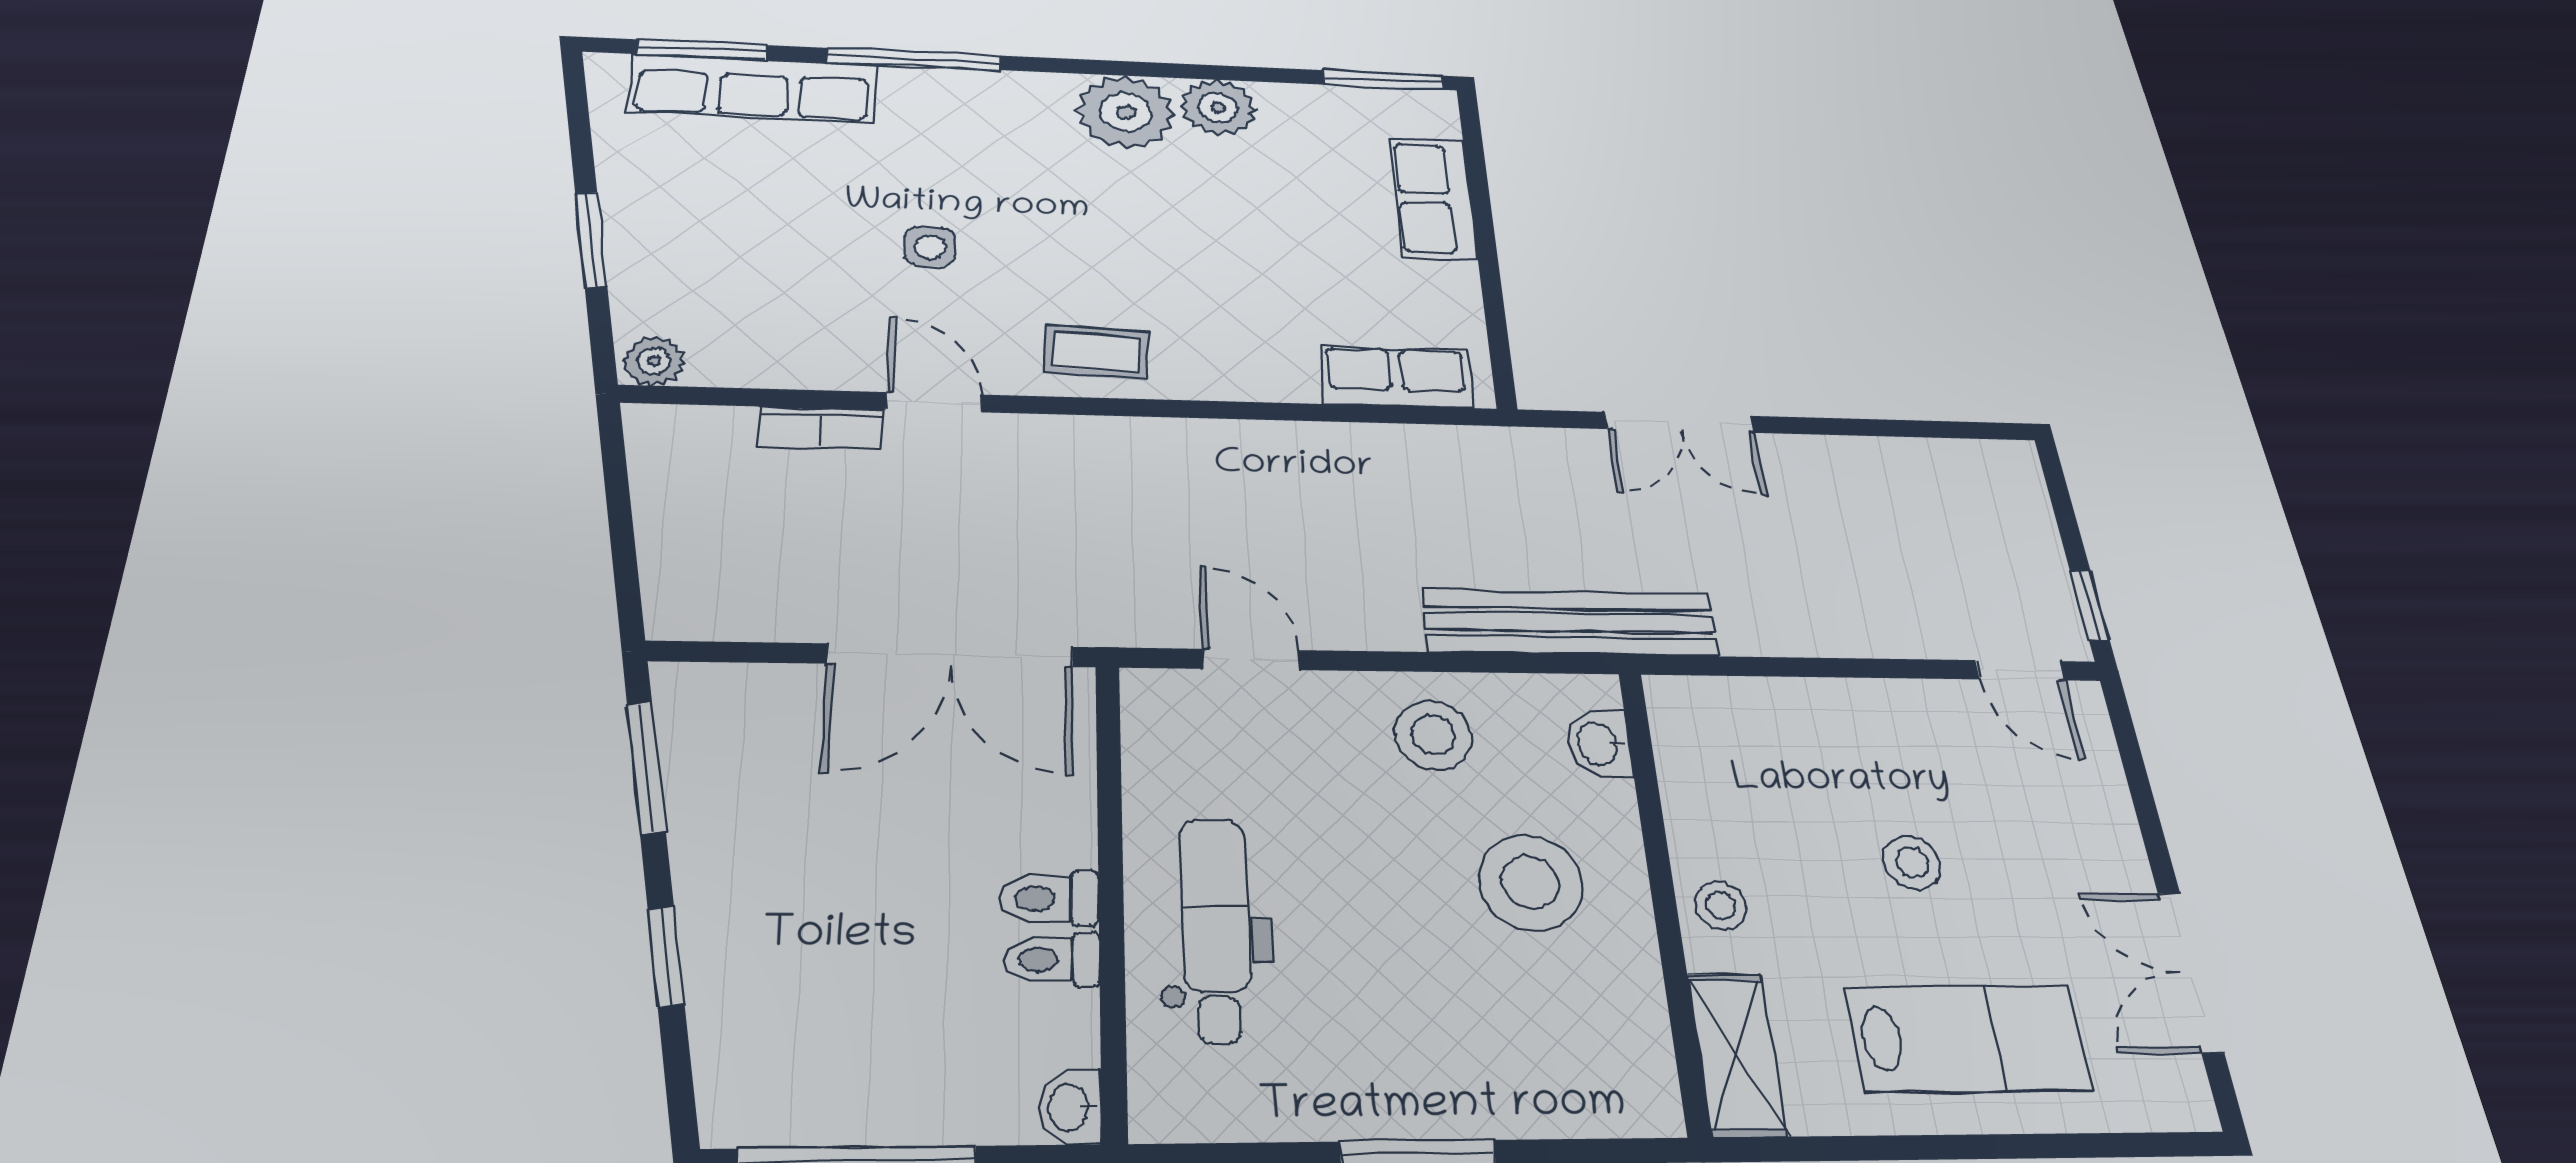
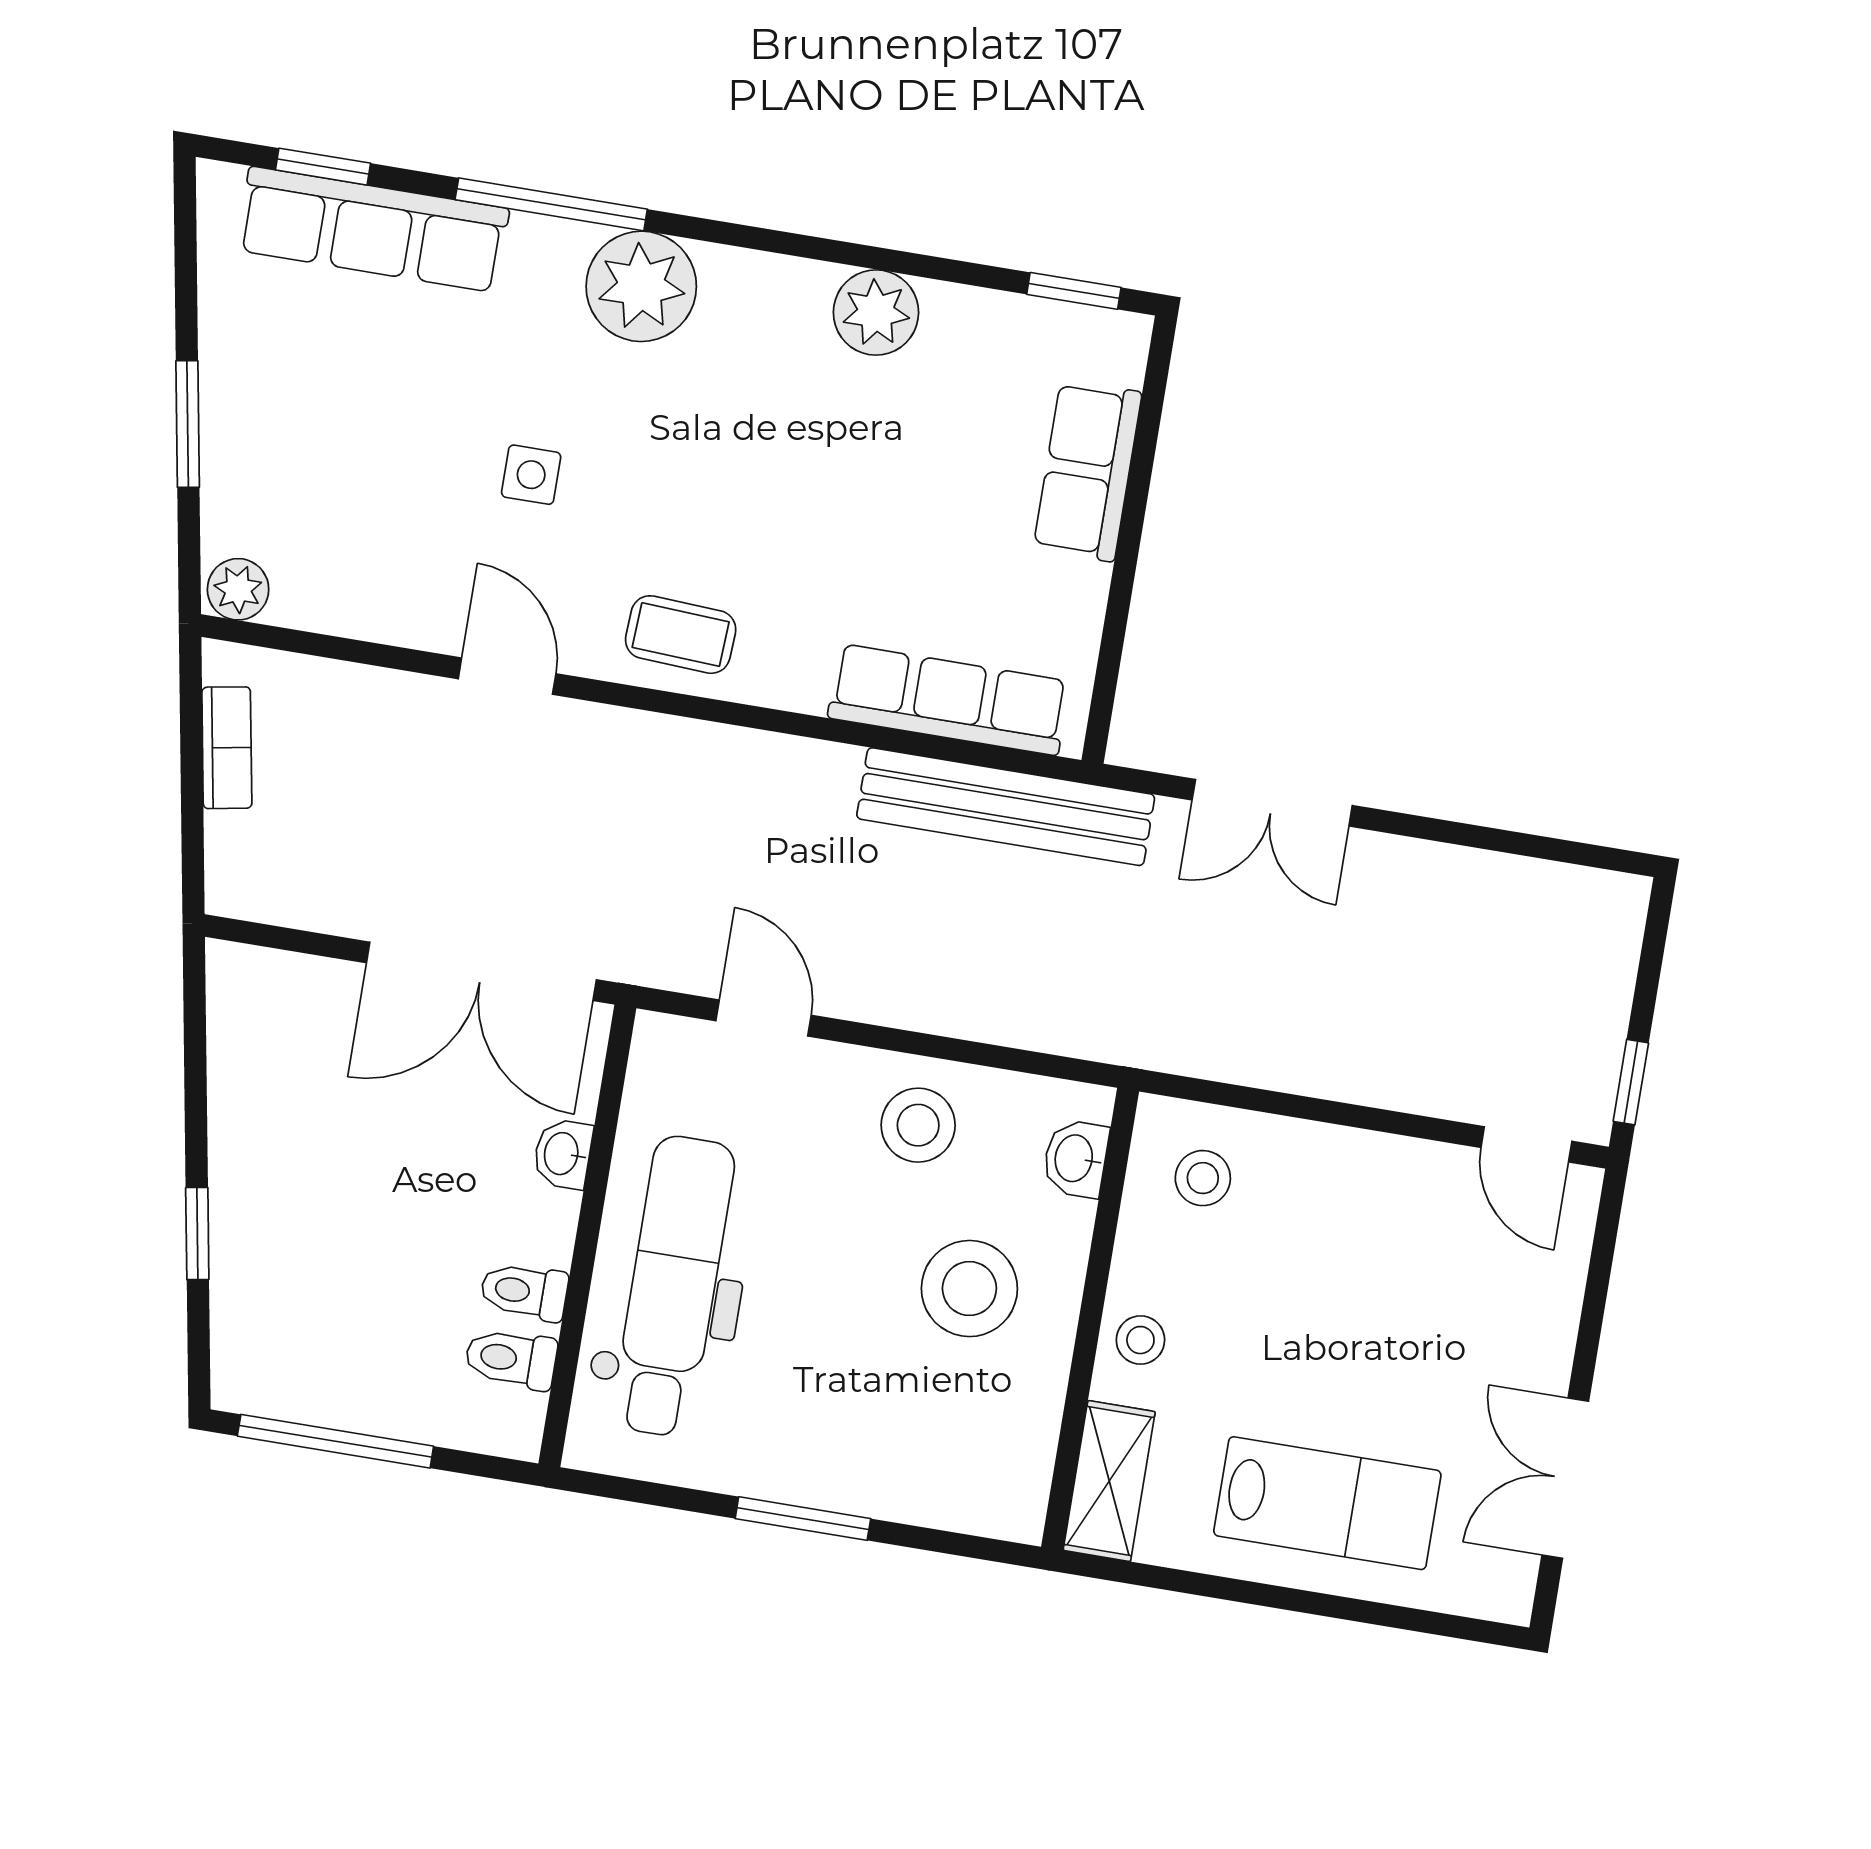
window: (702, 50) -> (323, 167), width x0.67
window: (1383, 80) -> (1074, 291), width x0.67
plant: (1126, 112) -> (641, 286), moved
row of seats: (1396, 377) -> (949, 700), width x1.48
bookcase: (821, 428) -> (227, 748), moved, turned -100
bench: (1570, 622) -> (1006, 807), moved
window: (646, 767) -> (195, 1047), removed
stool: (1912, 862) -> (1203, 1178), moved
toilet: (1049, 898) -> (511, 1359), moved
dental chair: (1216, 929) -> (673, 1286), width x1.36, depth x1.38
washbasin: (1070, 1107) -> (563, 1154), moved

